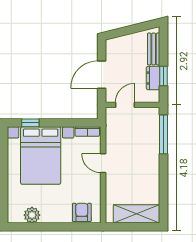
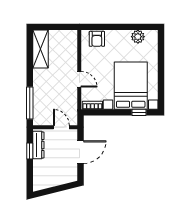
bench: (154, 49) -> (38, 173), removed
dresser: (153, 78) -> (38, 145), width x1.44
door: (125, 105) -> (61, 127), swing flipped
shelving: (137, 214) -> (40, 49), moved, turned 90

